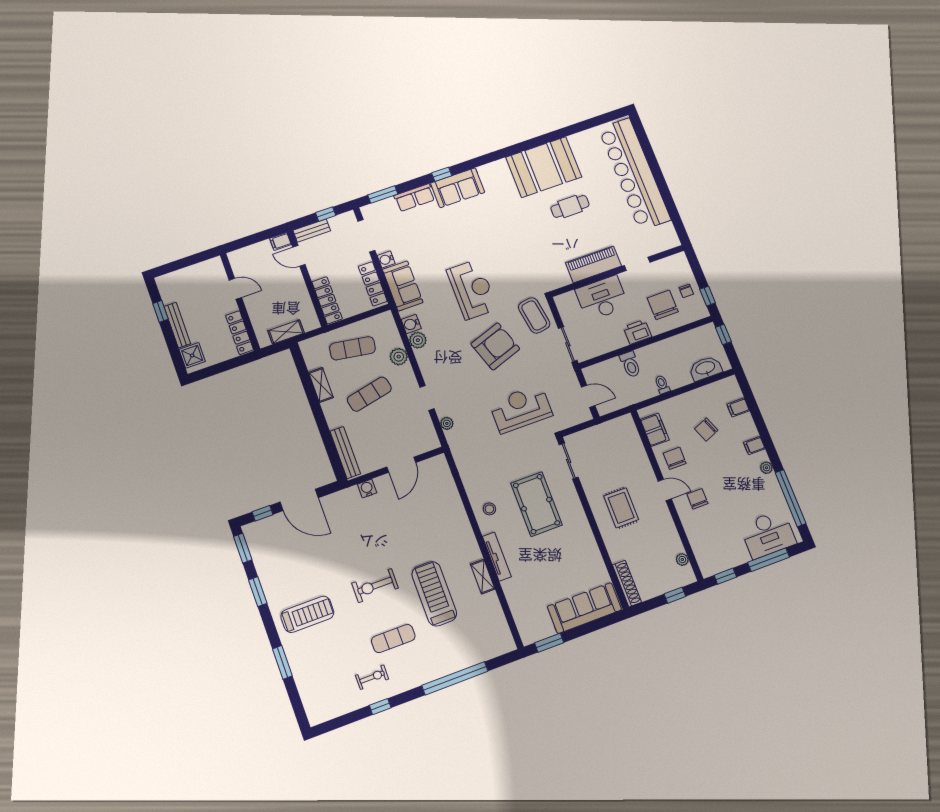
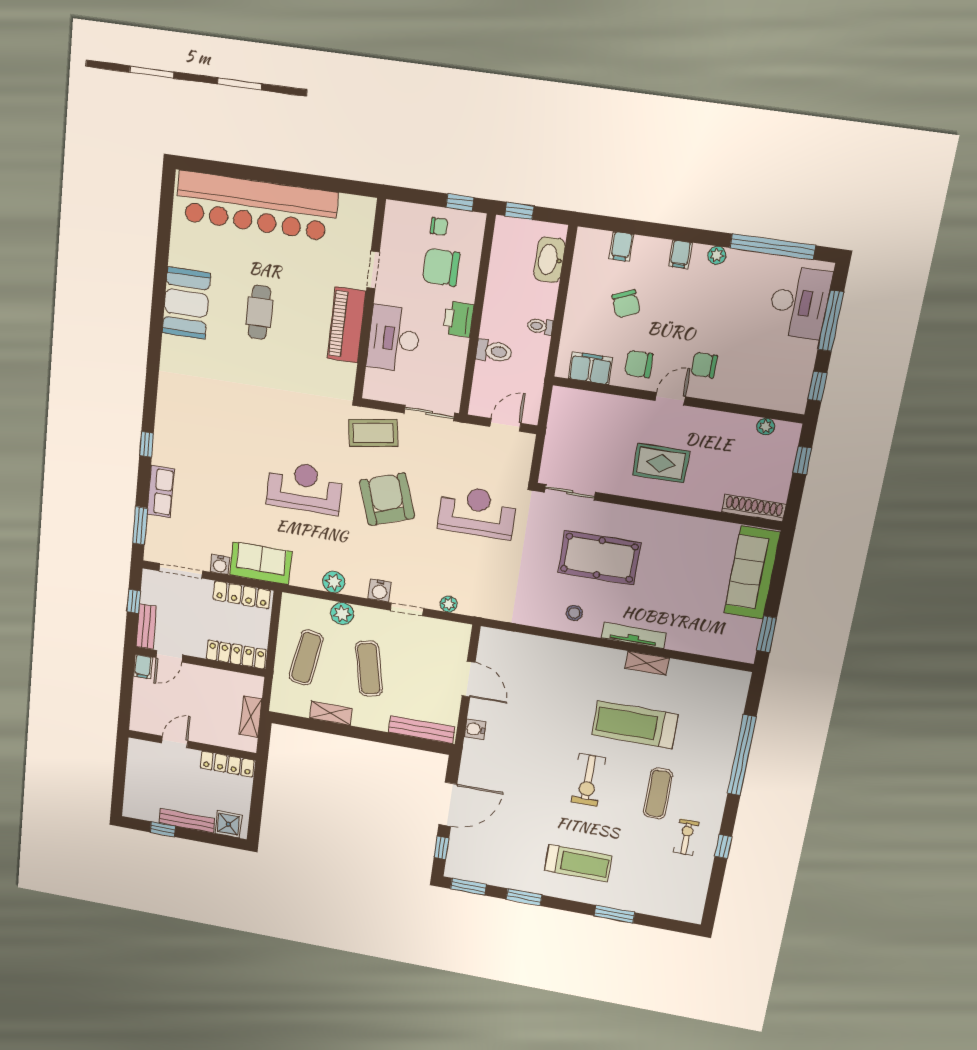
booth: (544, 167) -> (186, 303), width x0.73, depth x0.70
sofa: (458, 188) -> (172, 435), removed
water cooler: (411, 324) -> (380, 590), moved
reception desk: (521, 409) -> (477, 512), turned 90
treadmill: (307, 614) -> (578, 863), turned 90

